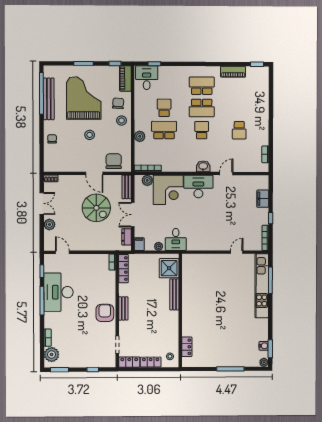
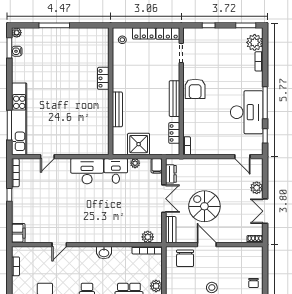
washbasin: (203, 166) -> (104, 253), moved
desk: (198, 186) -> (87, 171), moved, turned 180
corner desk: (168, 190) -> (124, 226), removed
filing cabinet: (263, 199) -> (18, 233), moved
shower: (169, 268) -> (139, 144), moved
locker: (123, 269) -> (174, 133), width x0.66
bench: (123, 308) -> (174, 99), width x1.36
locker: (187, 347) -> (103, 78), moved

